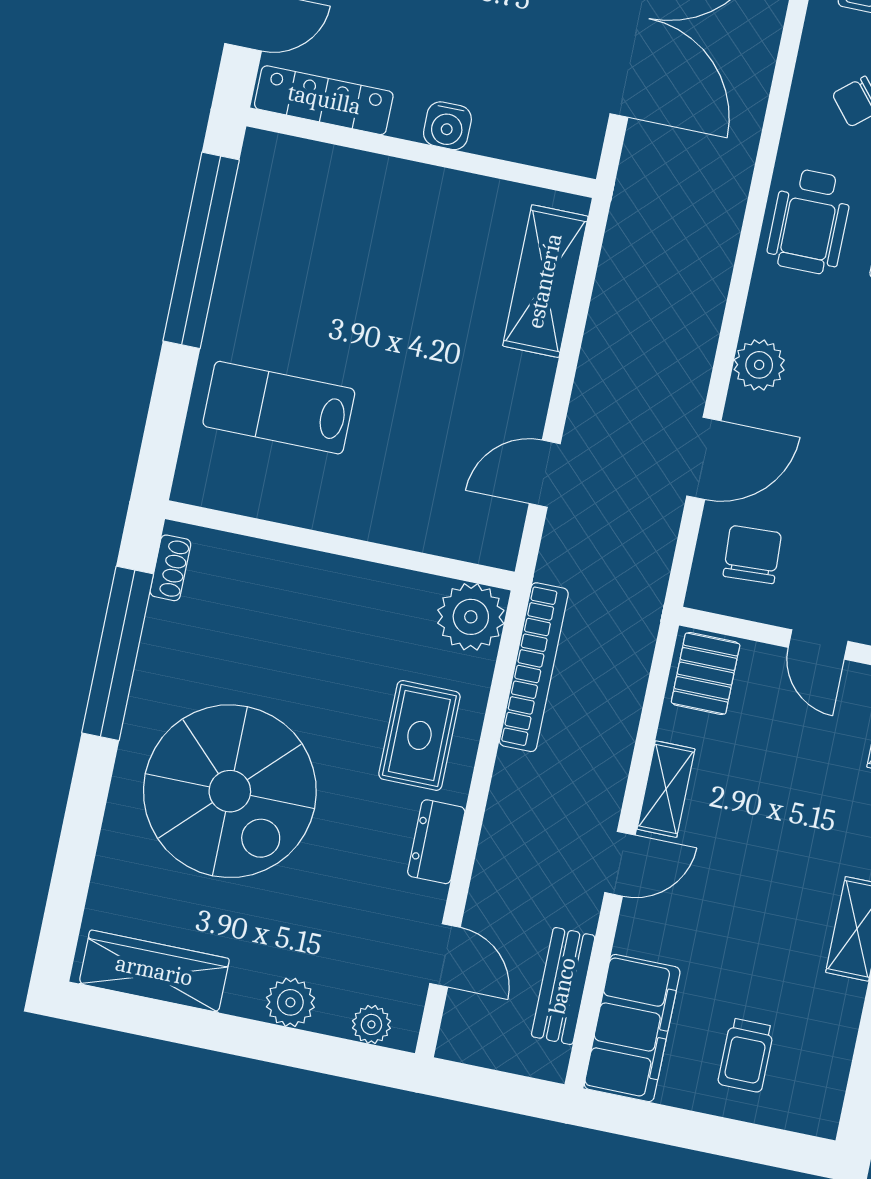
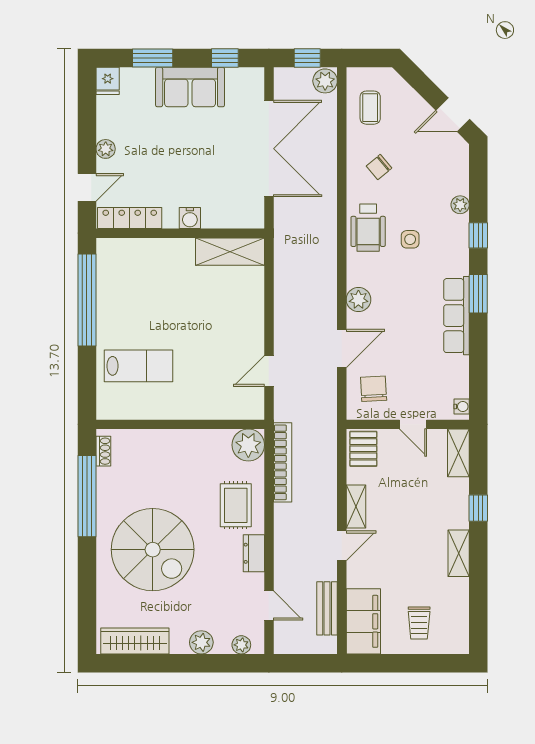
shelving: (545, 281) -> (230, 252), moved, turned 90
lab bench: (279, 408) -> (138, 366), turned 180

